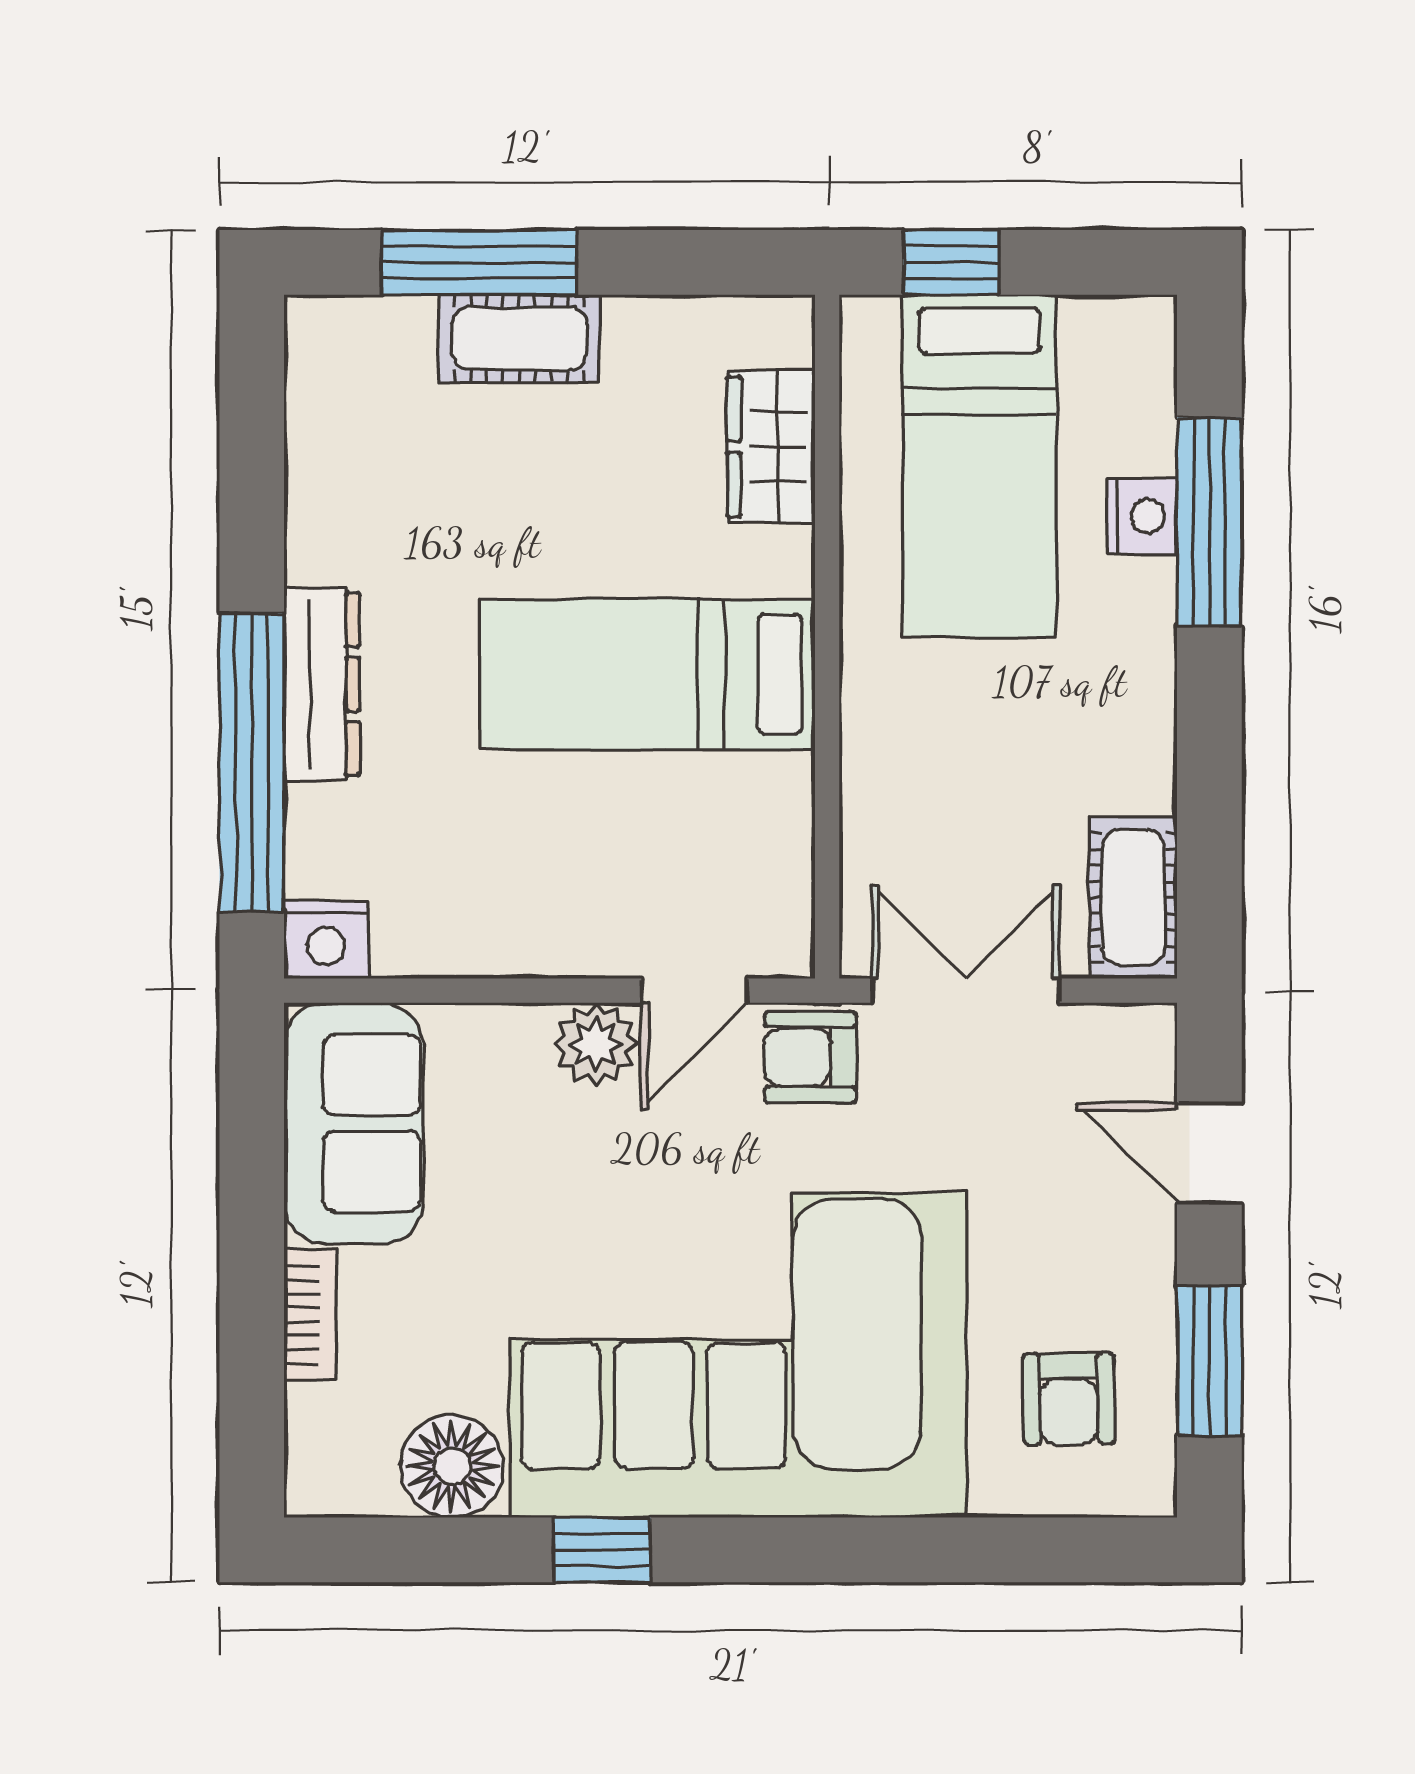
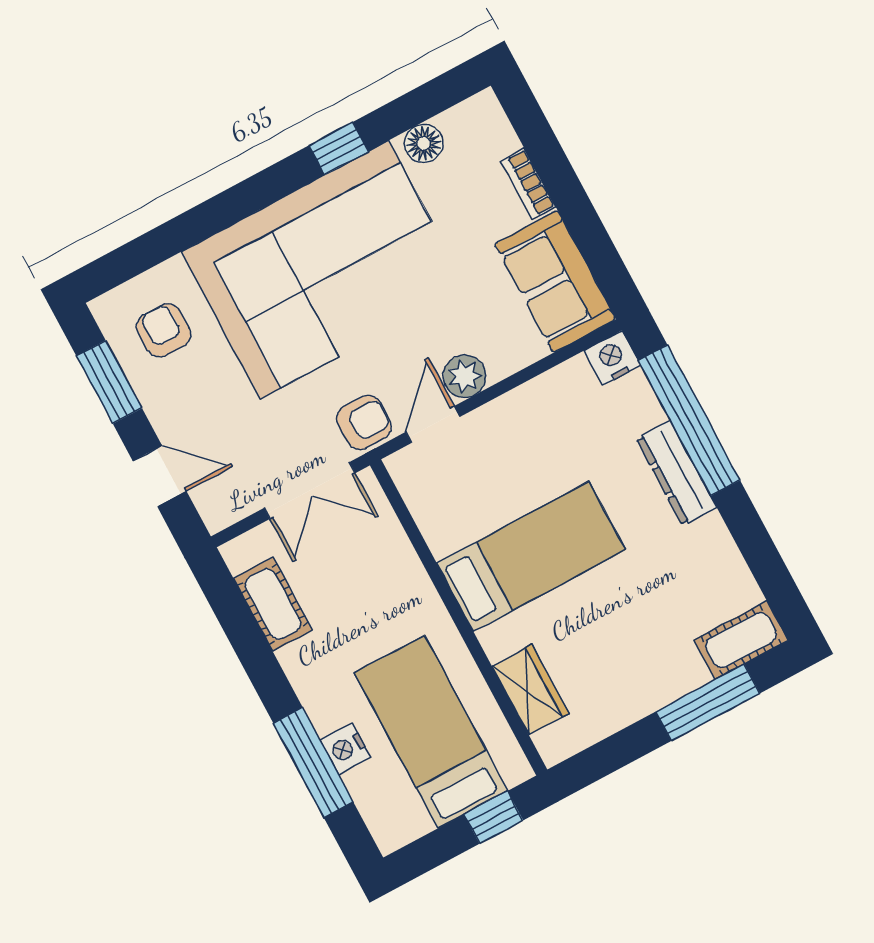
cot: (519, 338) -> (741, 640), moved
cot: (1133, 898) -> (273, 604), moved
floor lamp: (452, 1466) -> (424, 143), width x0.73, depth x0.73

